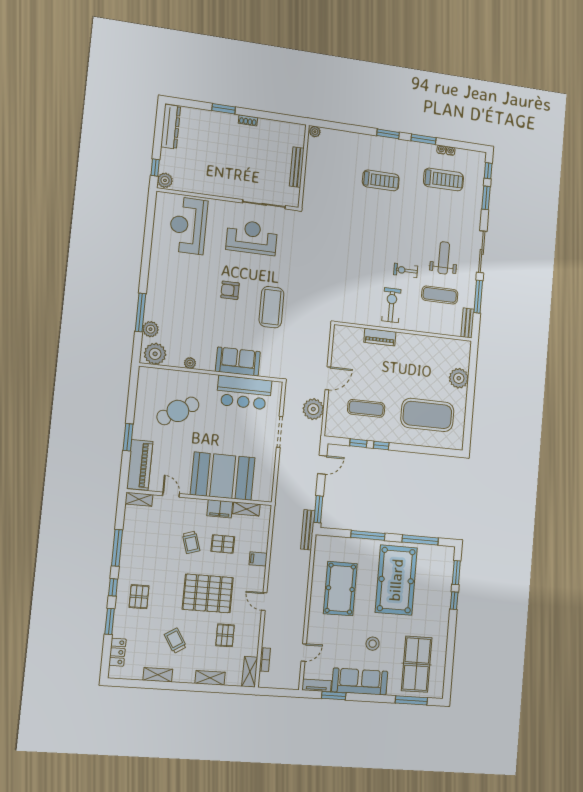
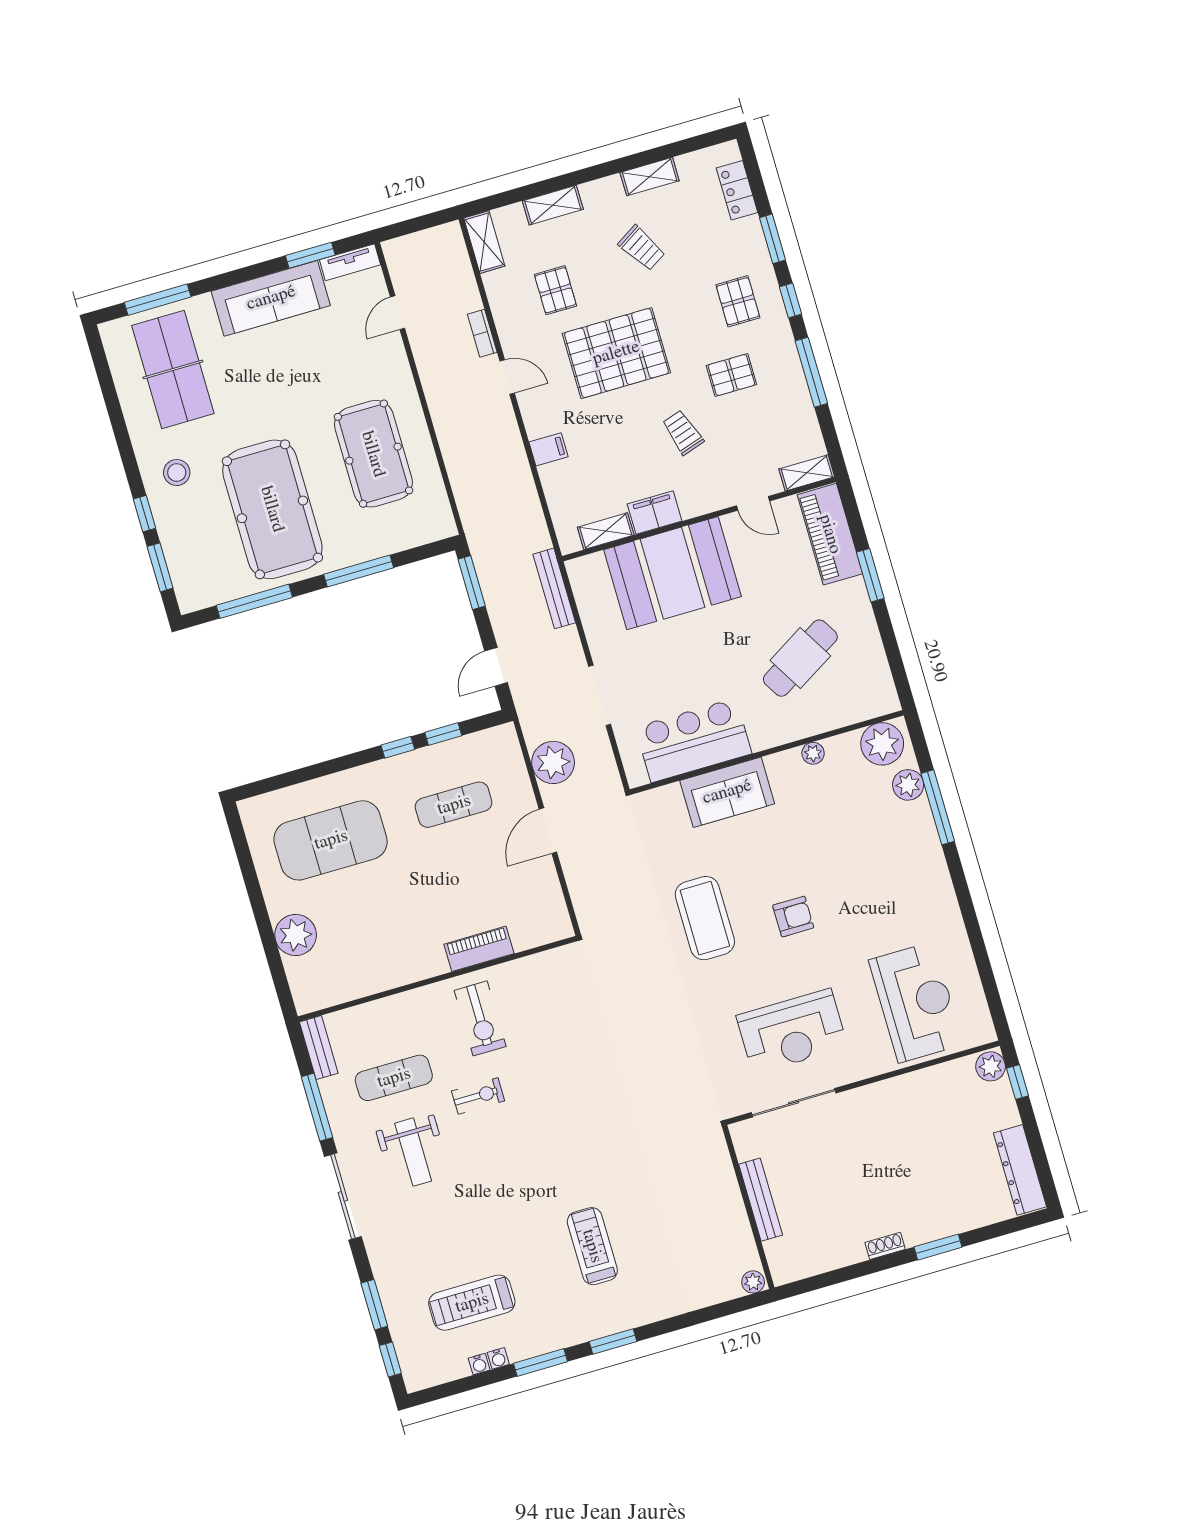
treadmill: (381, 180) -> (592, 1246), turned 90
bench: (308, 530) -> (554, 588), moved
pallet: (223, 544) -> (731, 375), moved
stool: (373, 644) -> (177, 473), moved
bookcase: (265, 660) -> (482, 333), moved

